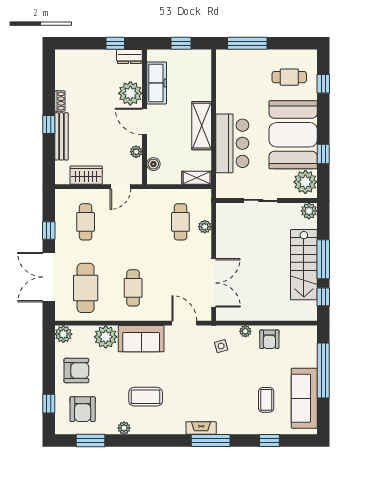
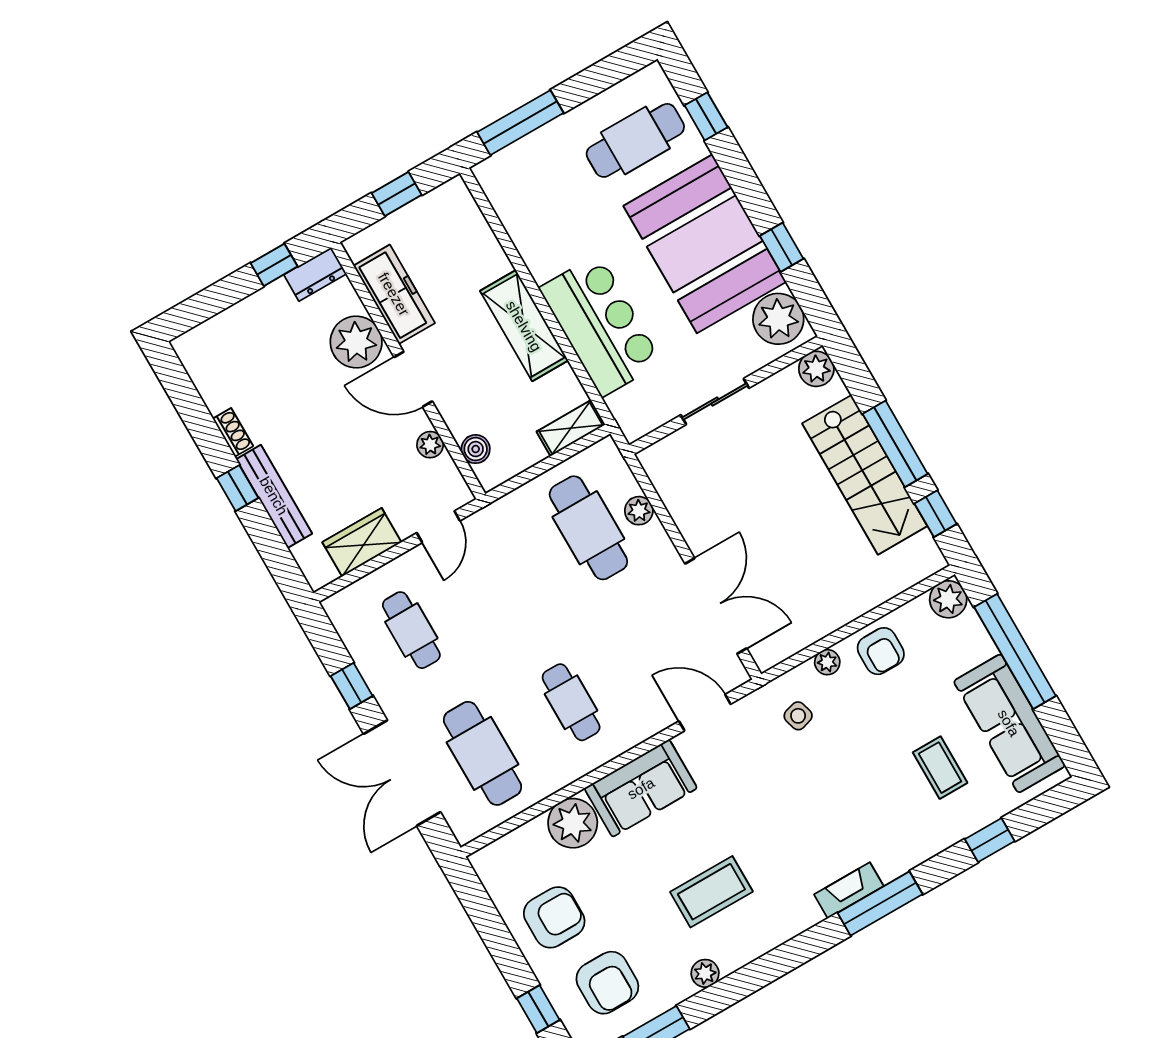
cafe table: (289, 77) -> (635, 140), width x1.37, depth x1.35
cafe table: (180, 222) -> (588, 528), width x1.37, depth x1.35
plant: (63, 334) -> (948, 599), moved

